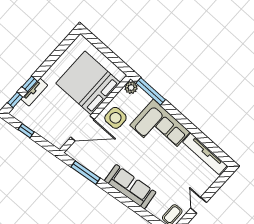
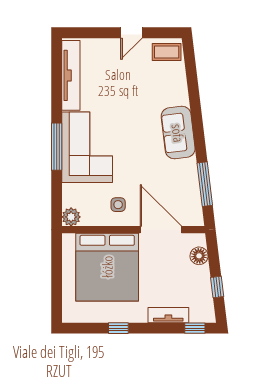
window: (30, 84) -> (118, 328), moved
window: (151, 91) -> (57, 147), moved
side table: (115, 118) -> (118, 205), width x0.54, depth x0.54
floor lamp: (51, 136) -> (199, 256), added
sofa: (130, 187) -> (178, 133), width x0.73

